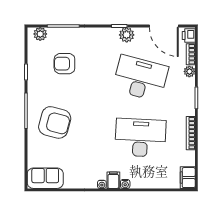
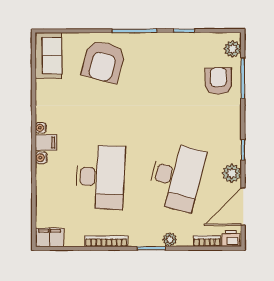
plant: (127, 35) -> (232, 173), moved
armchair: (64, 64) -> (218, 81), moved
plant: (189, 71) -> (170, 240), moved
armchair: (55, 122) -> (103, 62), moved

